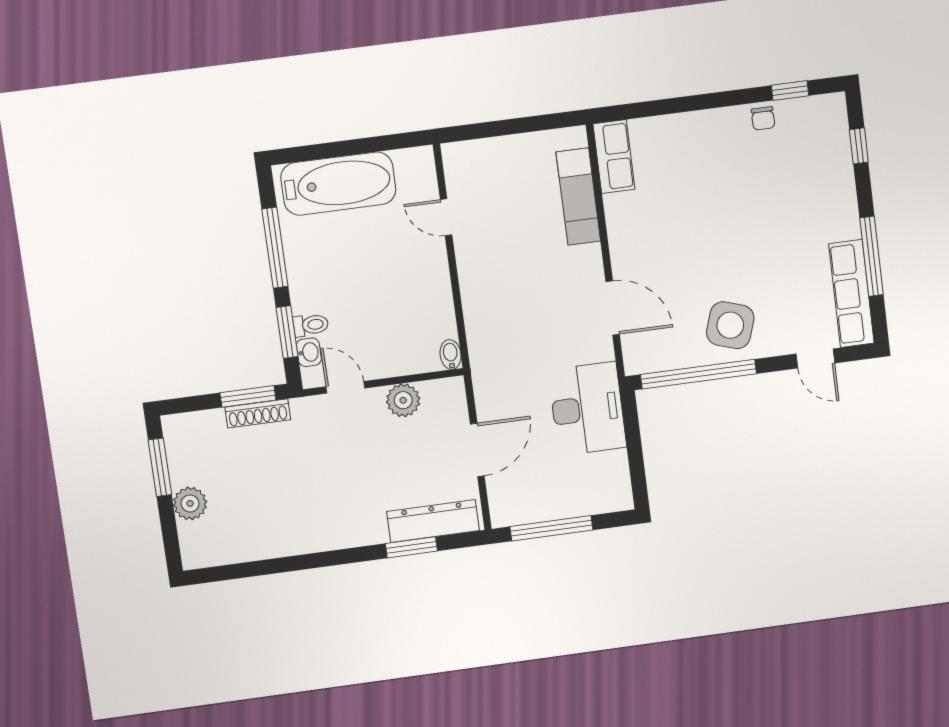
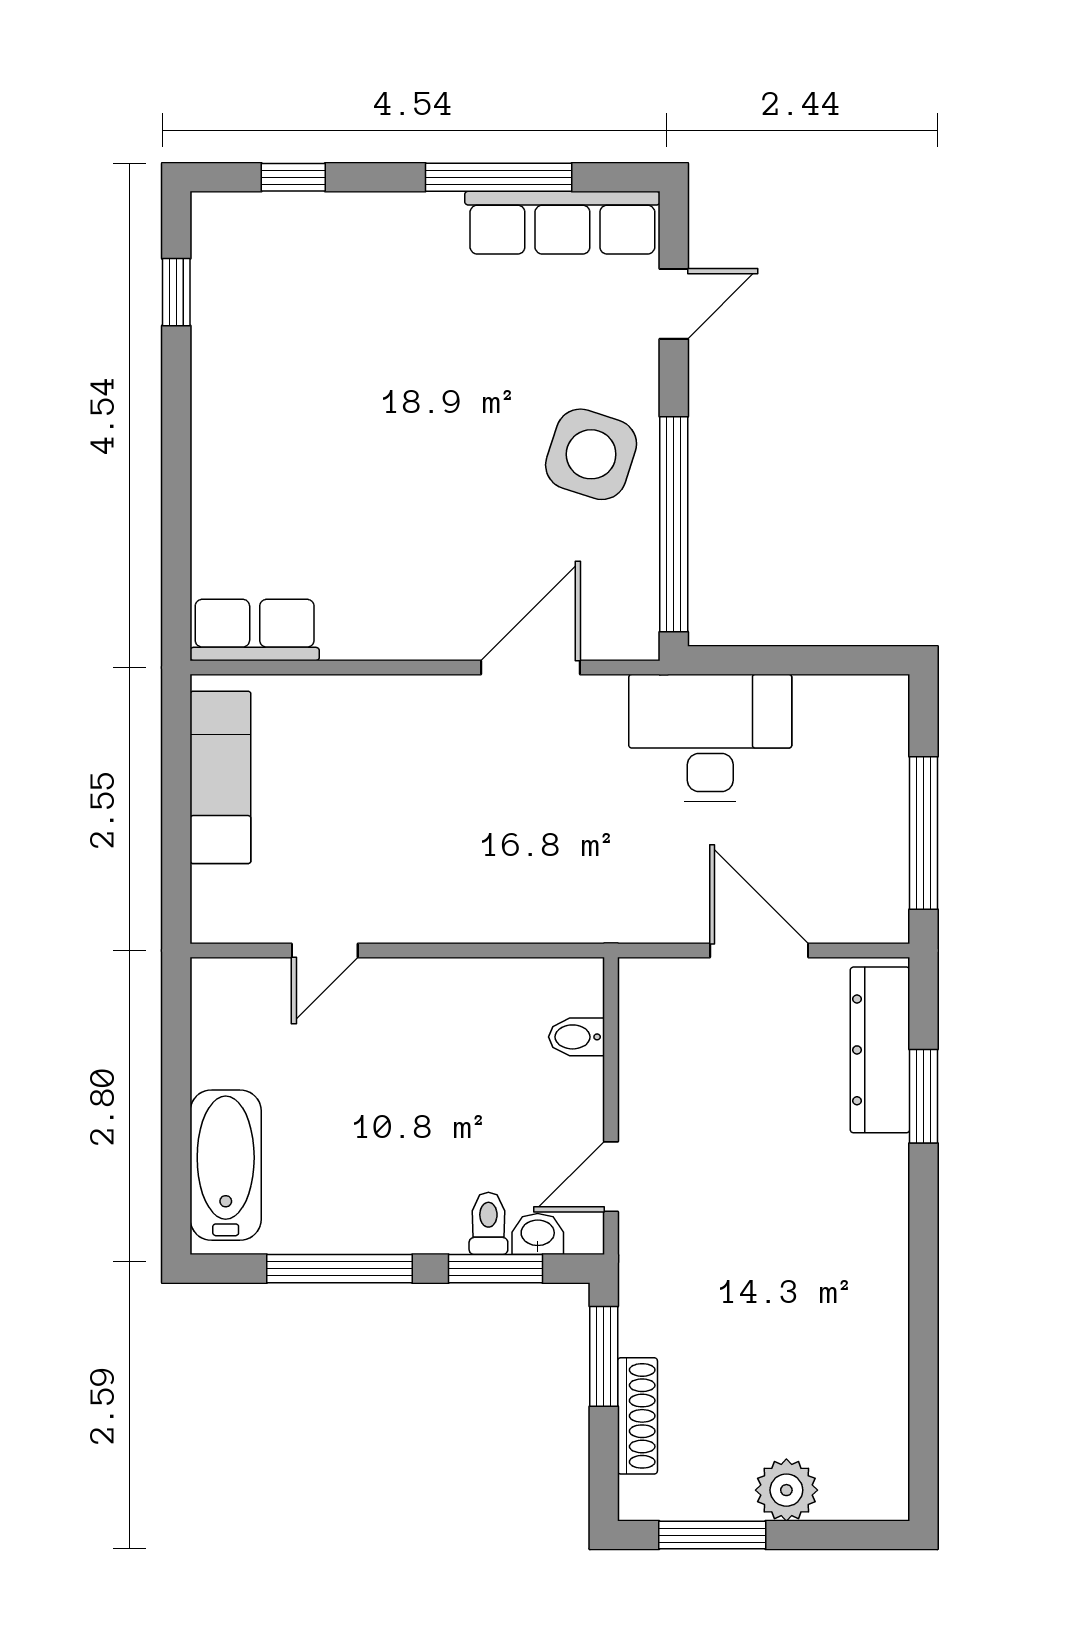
chair: (763, 118) -> (221, 348), removed
bathtub: (338, 184) -> (226, 1165), width x0.73, depth x0.73
exam couch: (578, 197) -> (220, 777), moved, turned -90
bidet: (451, 354) -> (576, 1037), moved
plant: (403, 400) -> (649, 1074), removed
shoe rack: (258, 413) -> (637, 1416), moved

